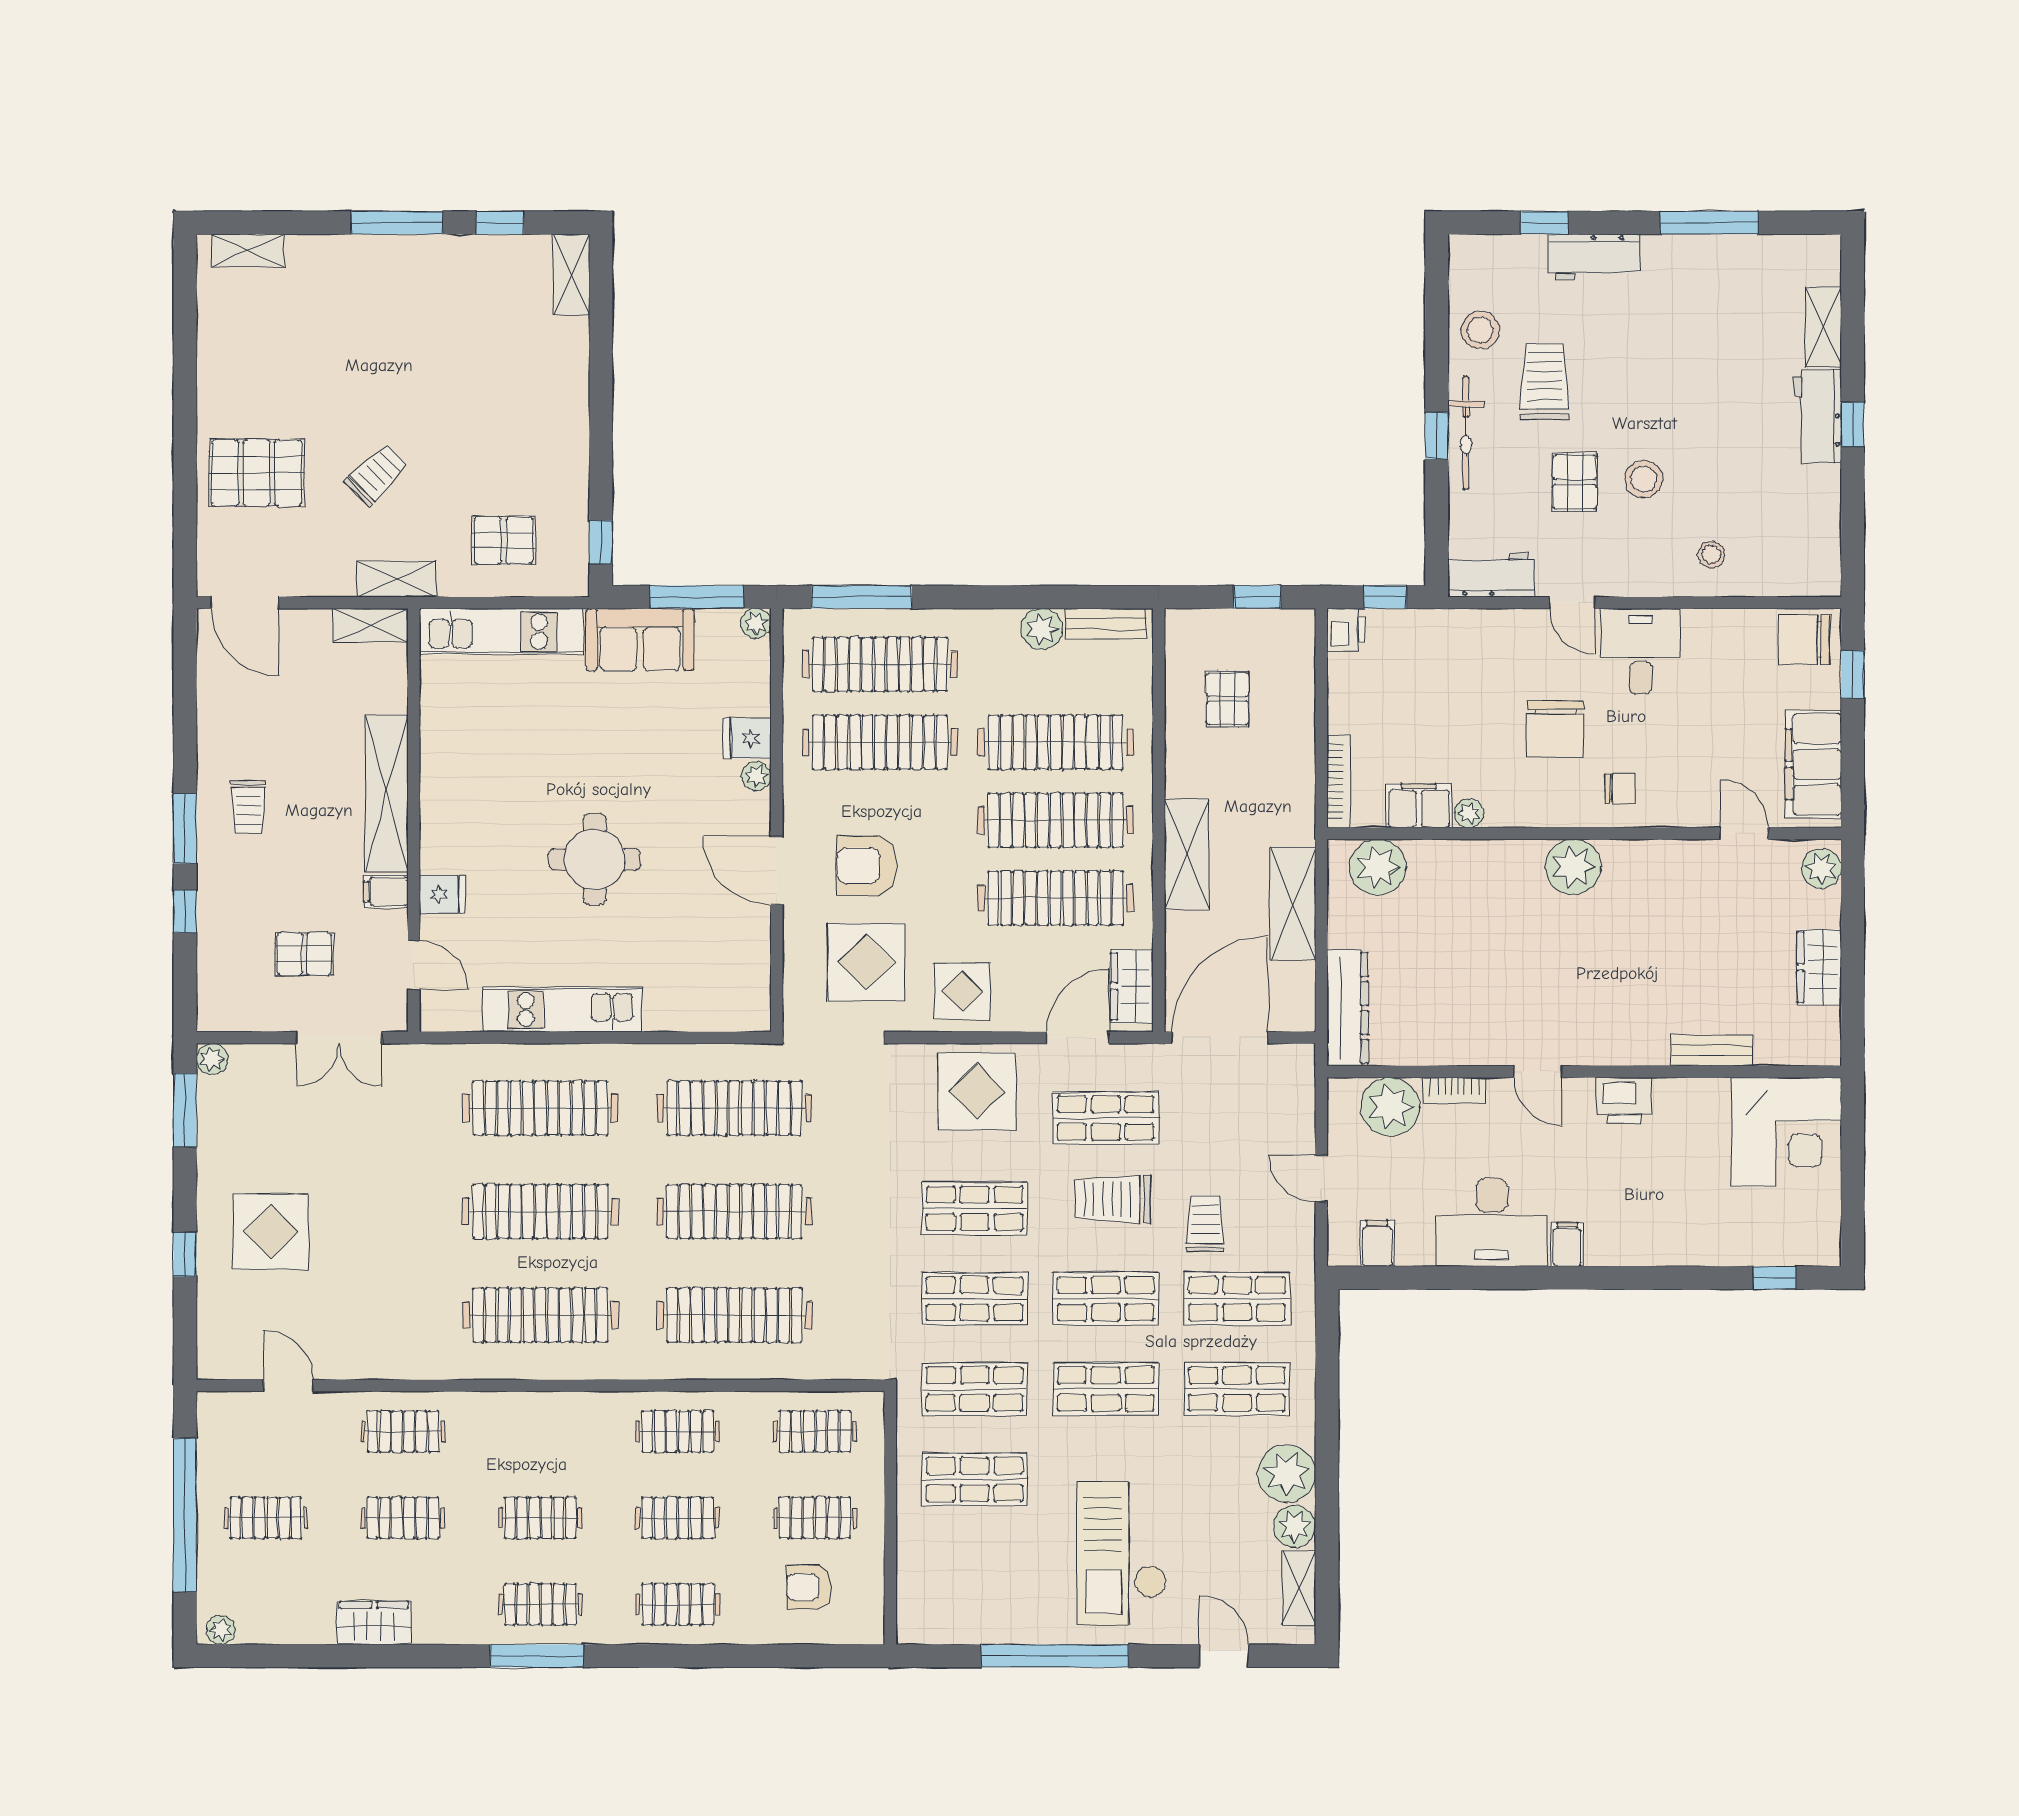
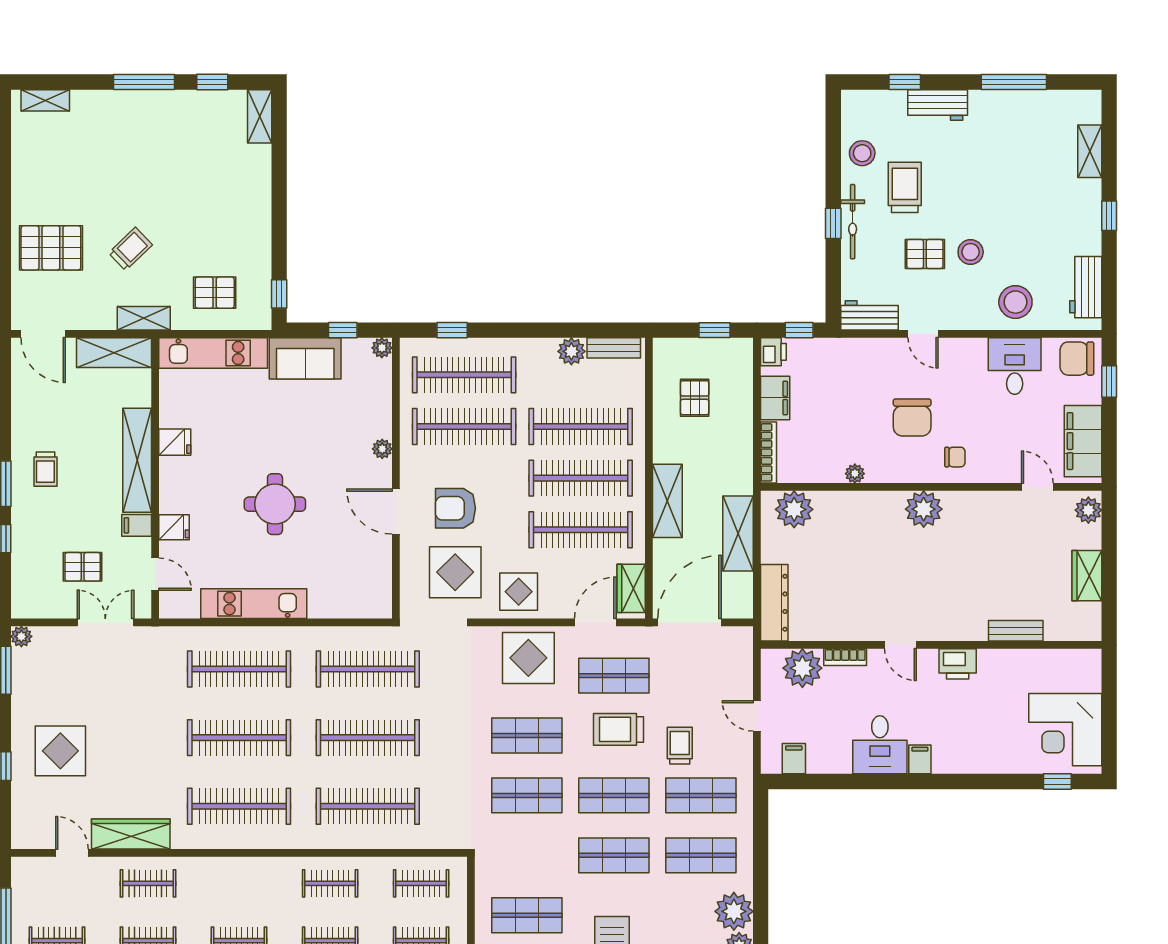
workbench: (1817, 416) -> (1086, 287), moved
pallet: (1575, 482) -> (925, 254), turned 90
stool: (1711, 555) -> (1015, 302), width x1.89, depth x1.89
window: (697, 597) -> (343, 330), width x0.46
window: (862, 597) -> (452, 330), width x0.46
shelving: (371, 625) -> (114, 353), width x1.50, depth x1.33
desk: (1641, 651) -> (1015, 366), moved
fridge: (747, 738) -> (175, 442), moved, turned 180
filing cabinet: (1419, 806) -> (775, 398), moved, turned 90
double door: (339, 1038) -> (105, 622), swing flipped
corner desk: (1787, 1132) -> (1065, 730), moved, turned 90
desk: (1492, 1222) -> (880, 745), width x0.73
wardrobe: (377, 1357) -> (131, 834), added
shop shelf: (975, 1389) -> (527, 855), removed

